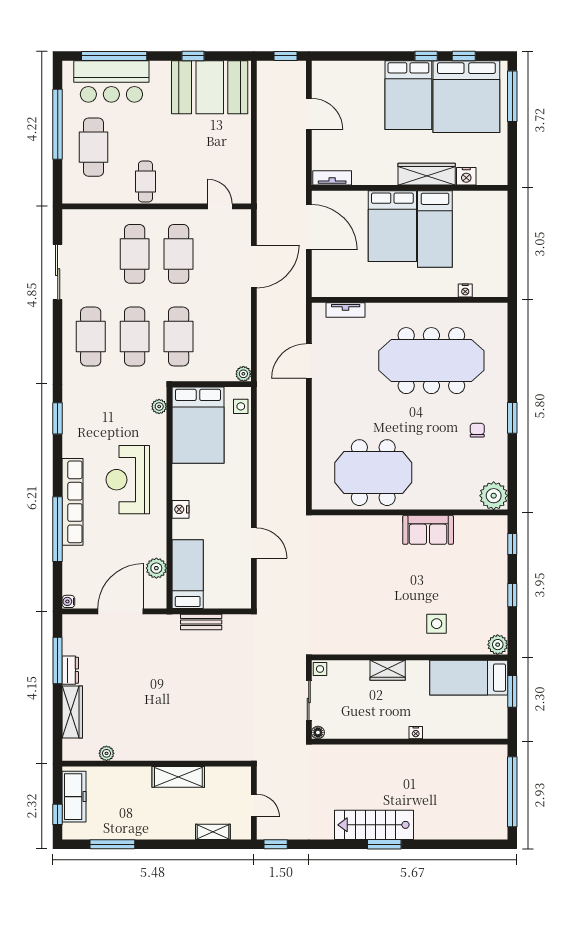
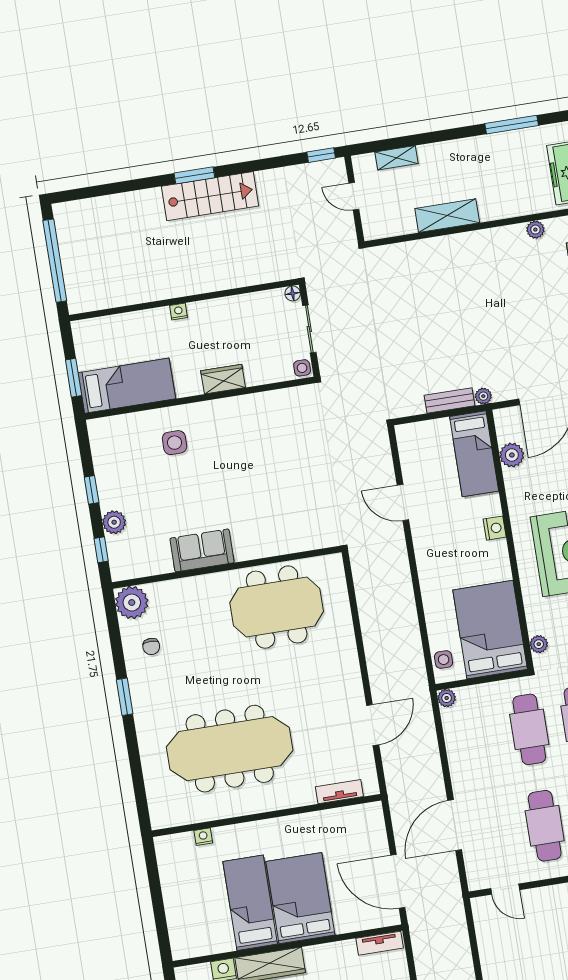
chair: (477, 430) -> (151, 646), moved
plant: (172, 621) -> (483, 396), added
plant: (498, 645) -> (114, 522), moved

